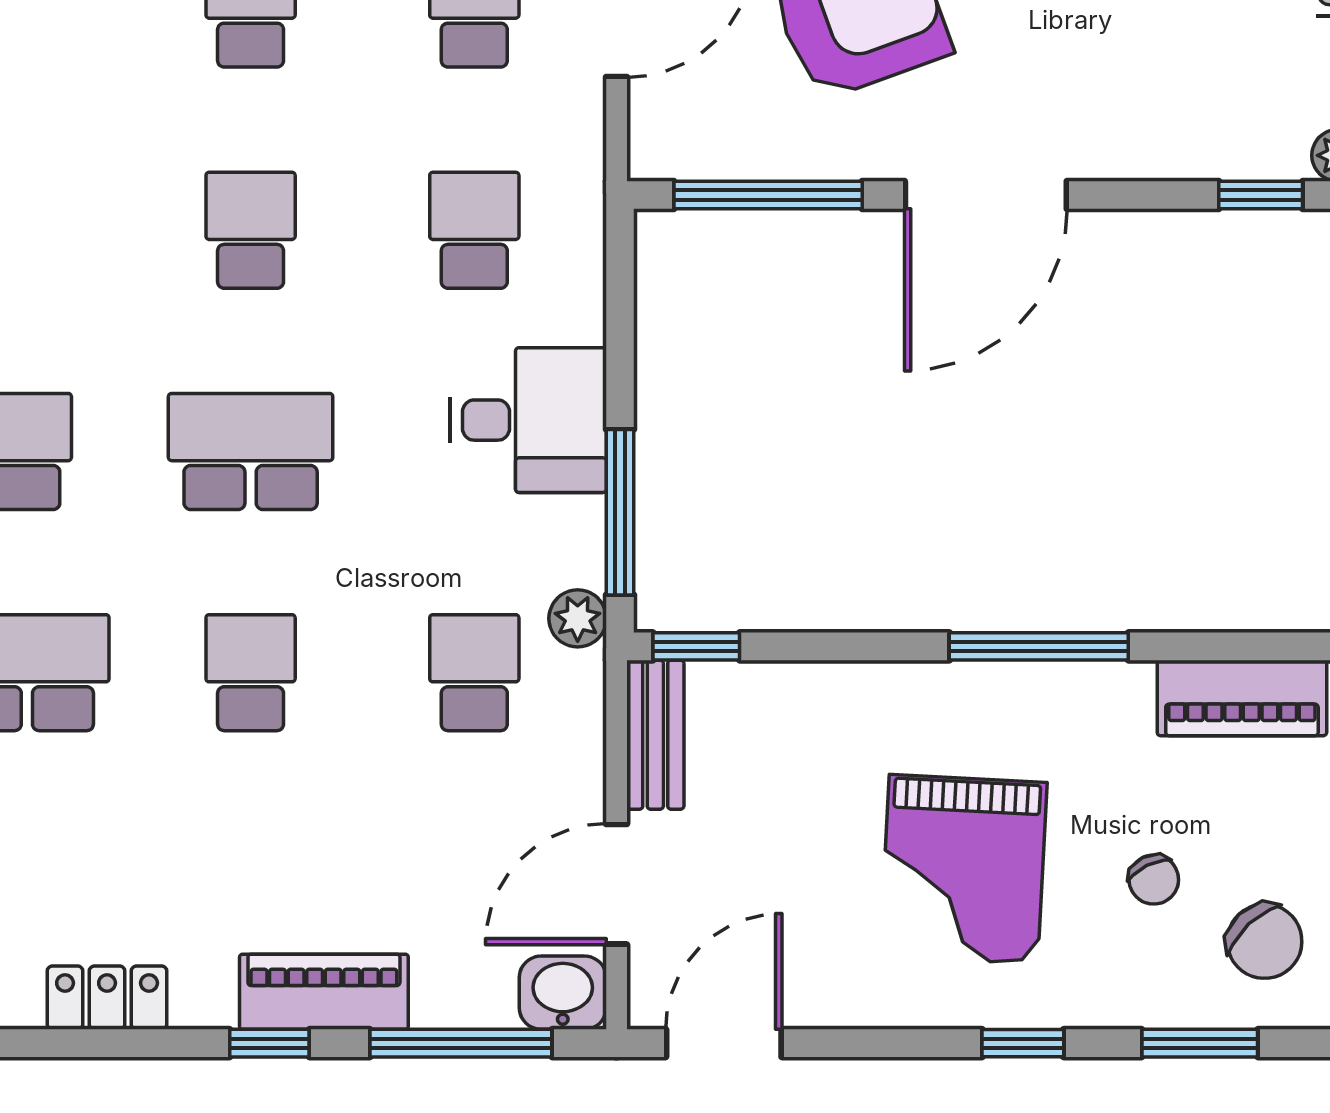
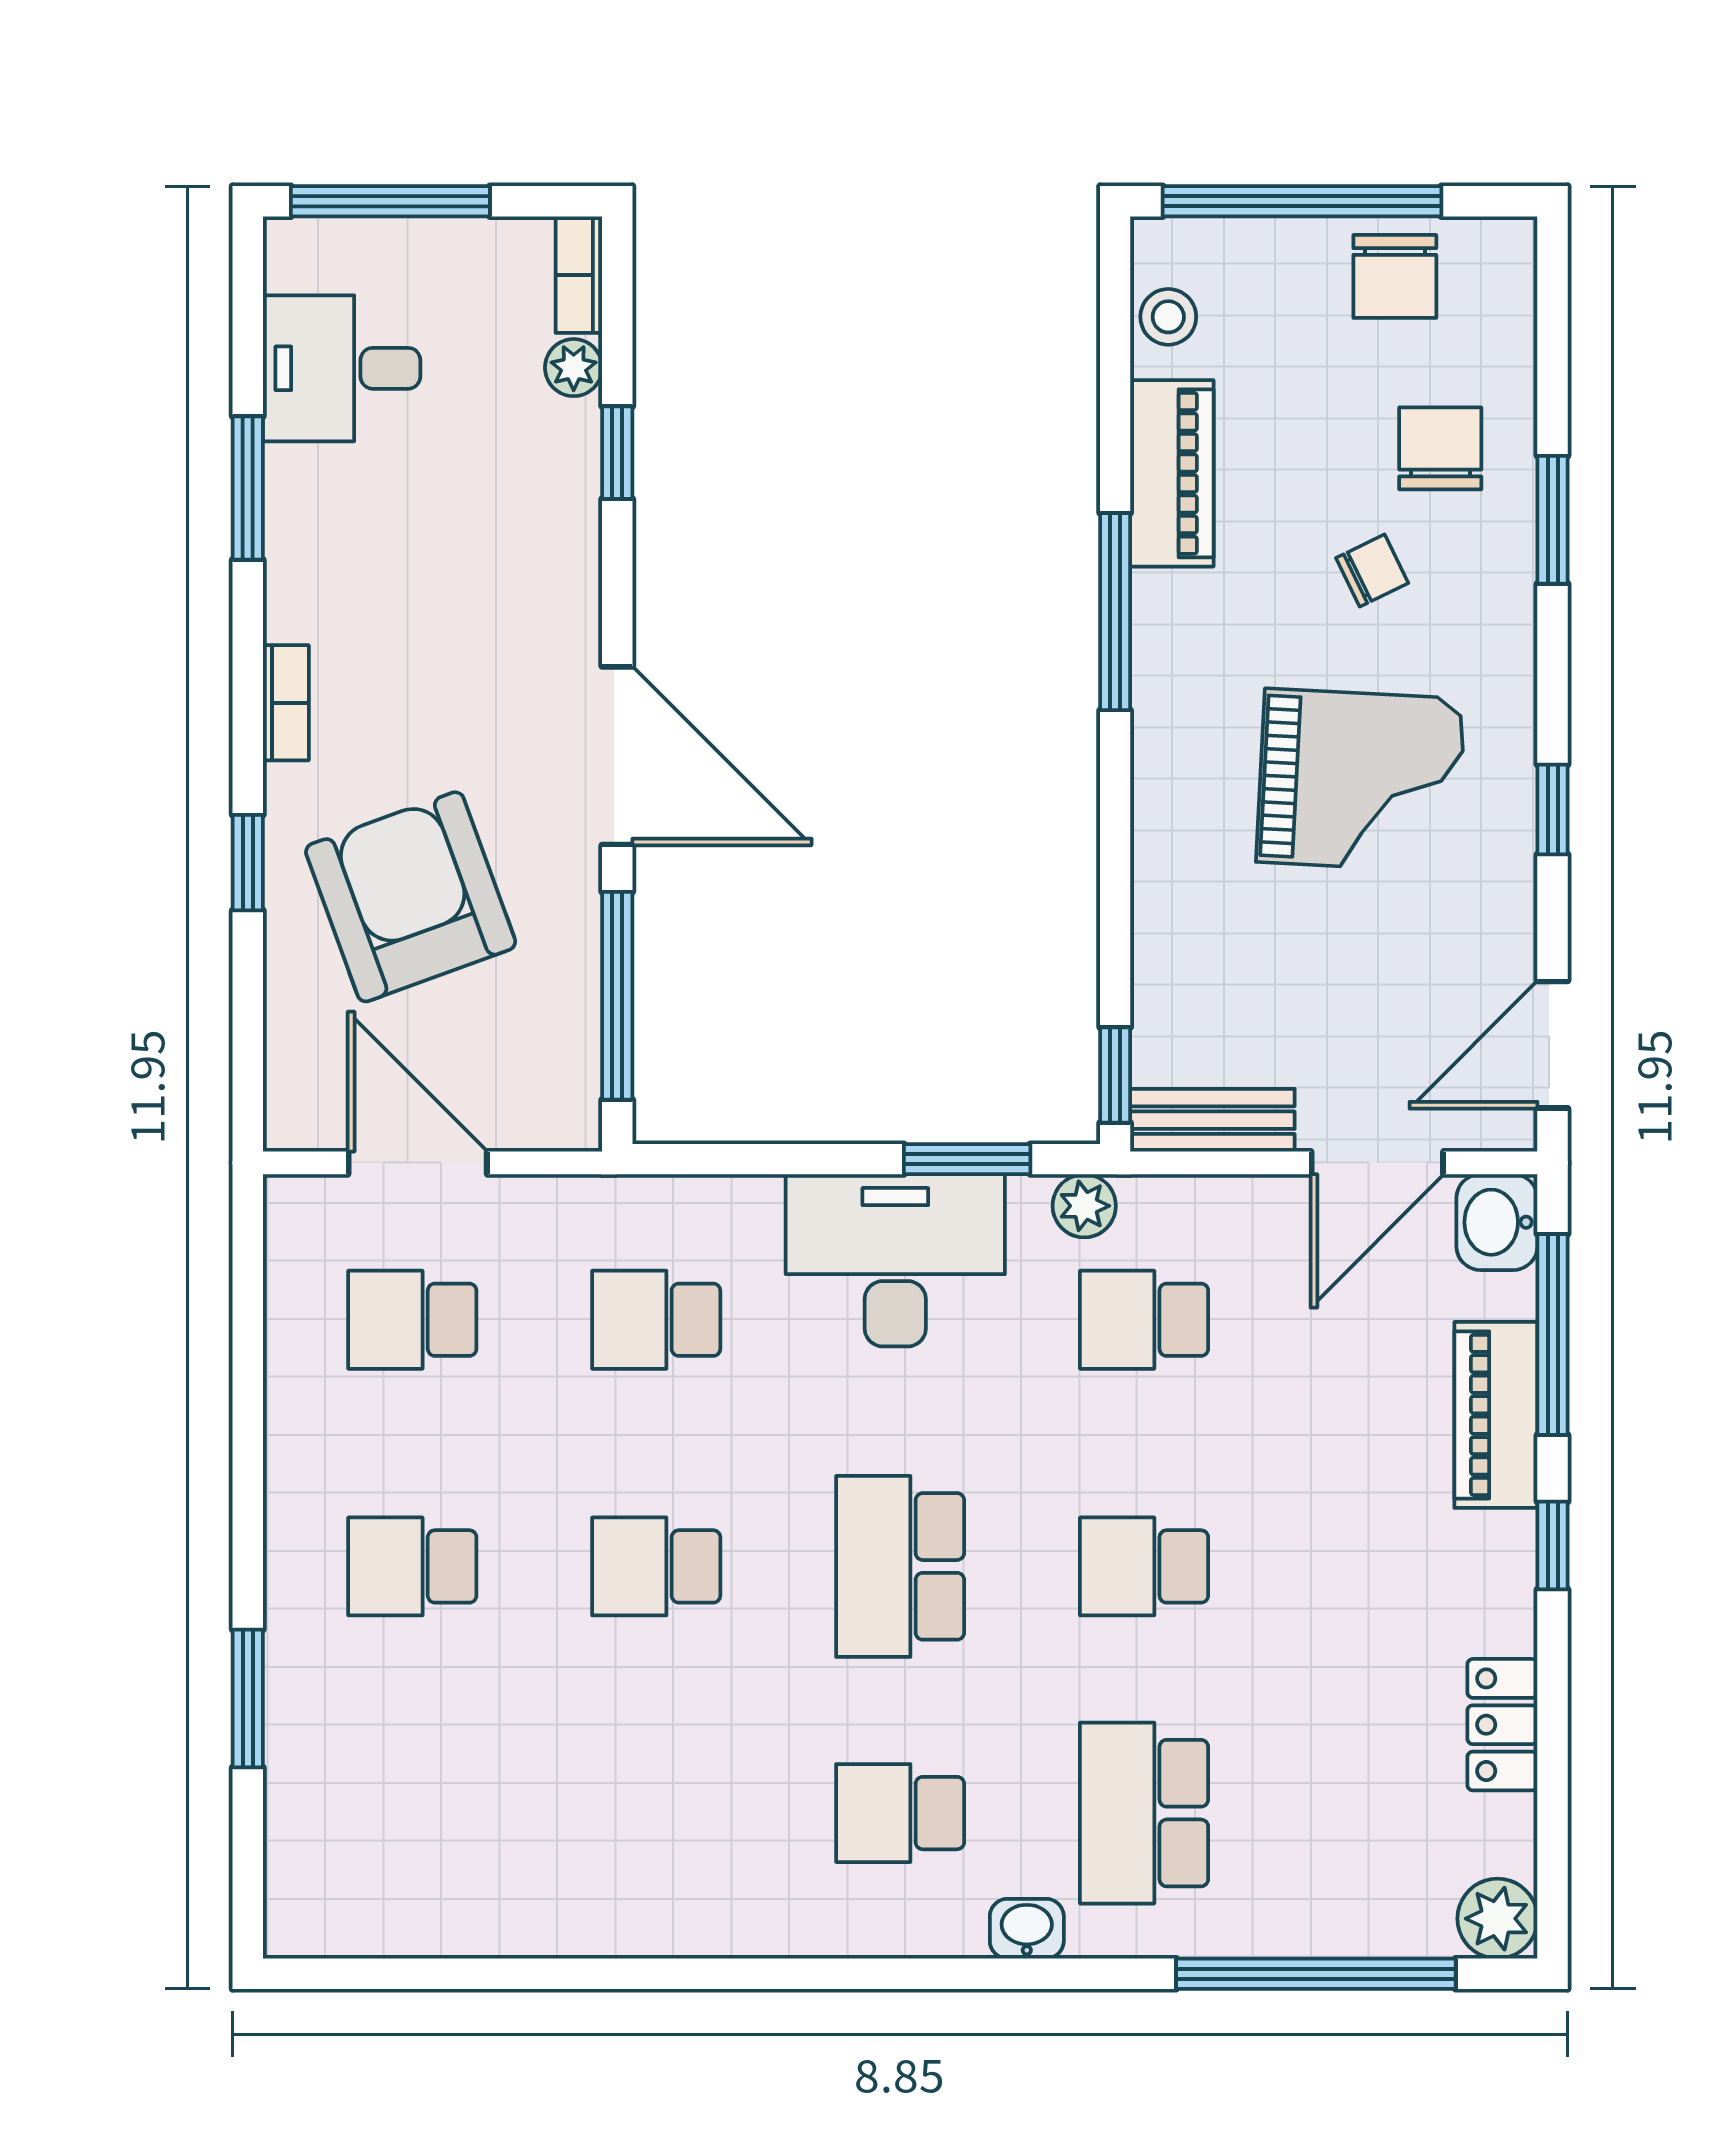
desk: (528, 420) -> (895, 1260), width x1.37
window: (620, 512) -> (967, 1159), width x0.69
window: (1039, 646) -> (1115, 612), moved
door: (617, 884) -> (1377, 1163), hinge flipped
chair: (1265, 941) -> (1440, 448), turned -47
piano: (324, 992) -> (1496, 1415), moved
door: (724, 1043) -> (1553, 1045), hinge flipped
window: (1023, 1043) -> (1553, 810), moved

